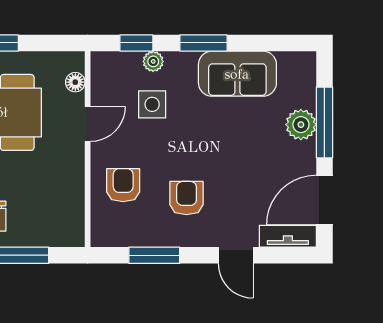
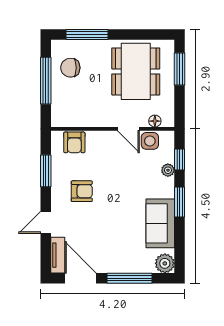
side table: (152, 104) -> (150, 141), moved
plant: (301, 125) -> (165, 263), moved
armchair: (123, 185) -> (74, 142), moved, turned 90

